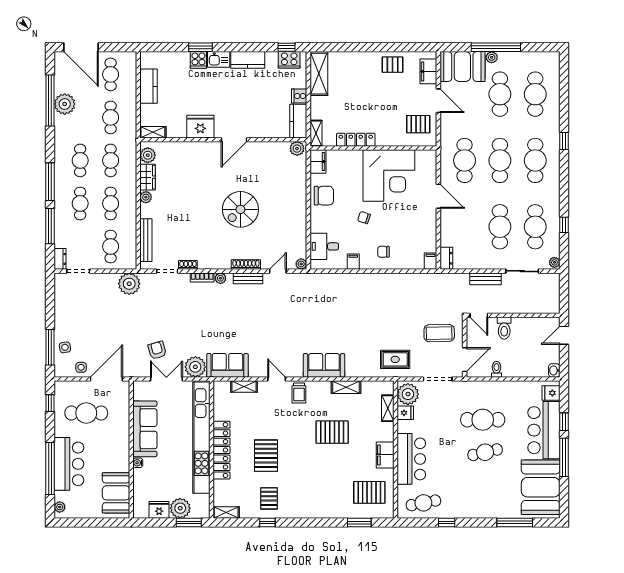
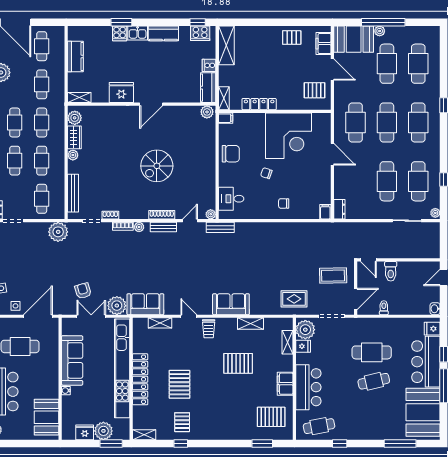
filing cabinet: (318, 162) -> (226, 118), width x0.50
filing cabinet: (353, 262) -> (257, 212), removed
bench: (485, 279) -> (220, 227), moved

